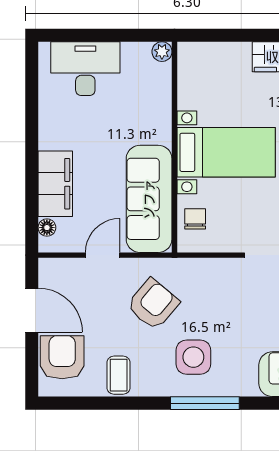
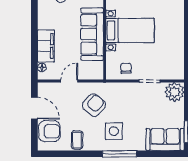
sofa: (149, 199) -> (92, 34), moved
chair: (195, 219) -> (126, 68), moved
armchair: (62, 357) -> (49, 131), turned 90

